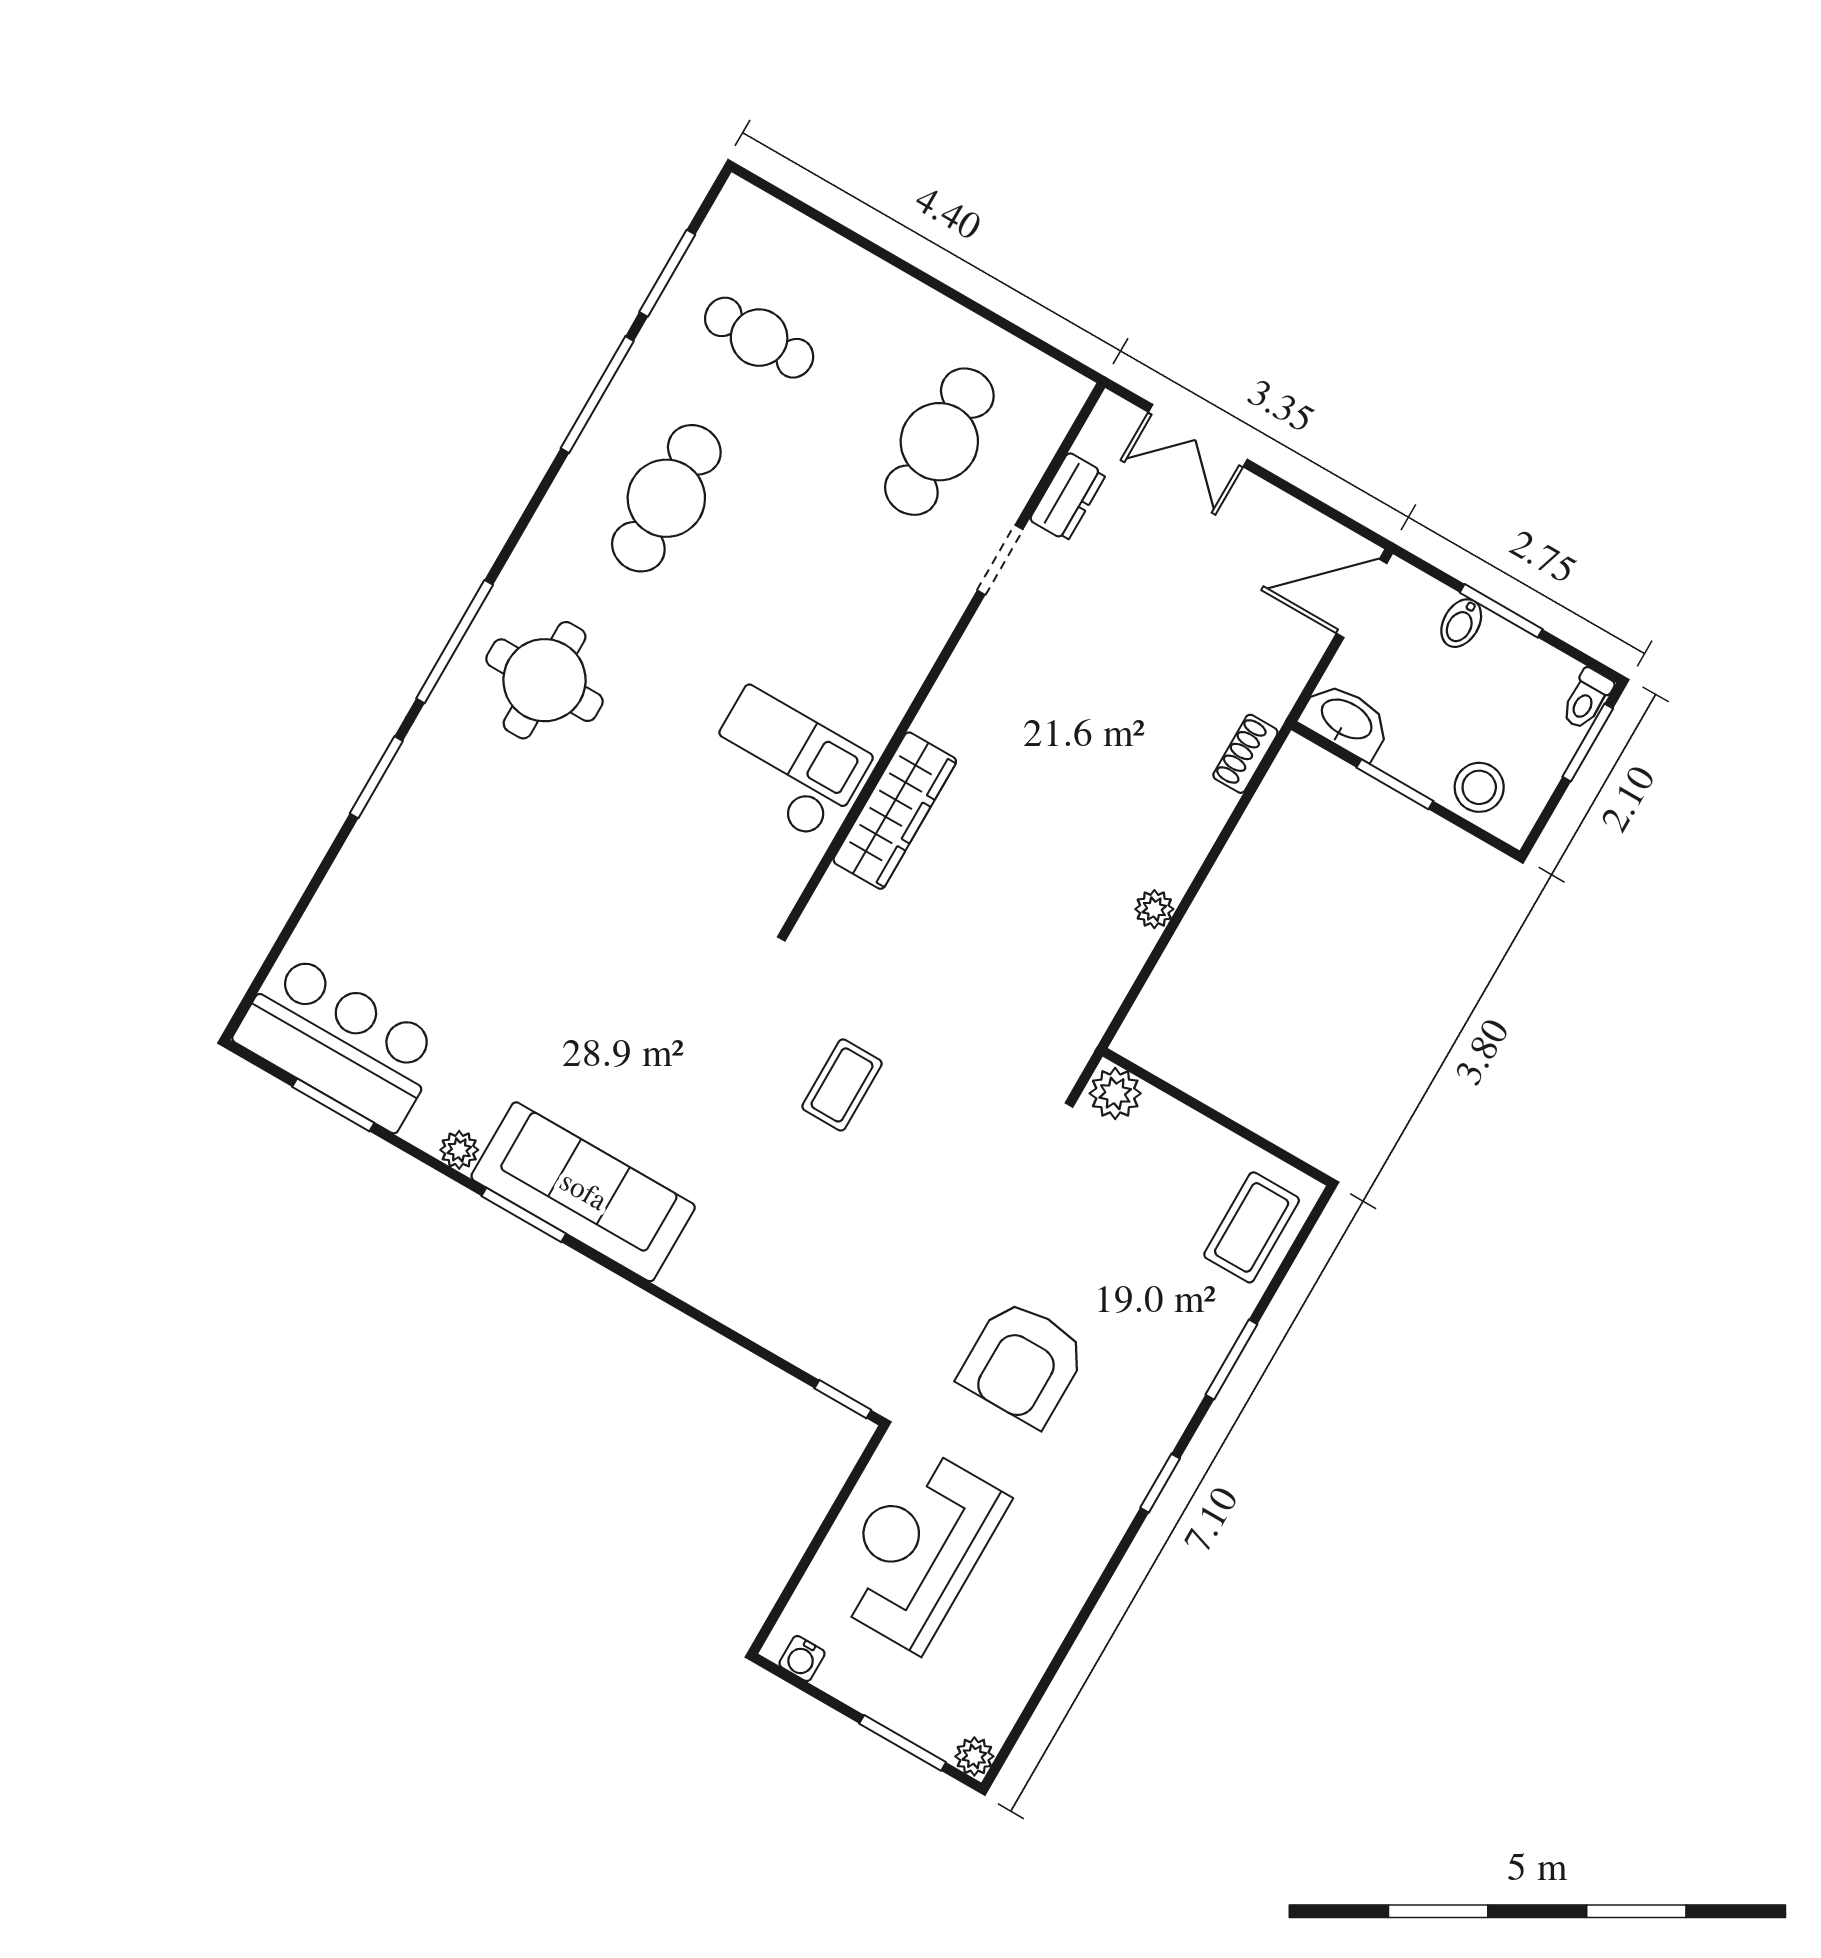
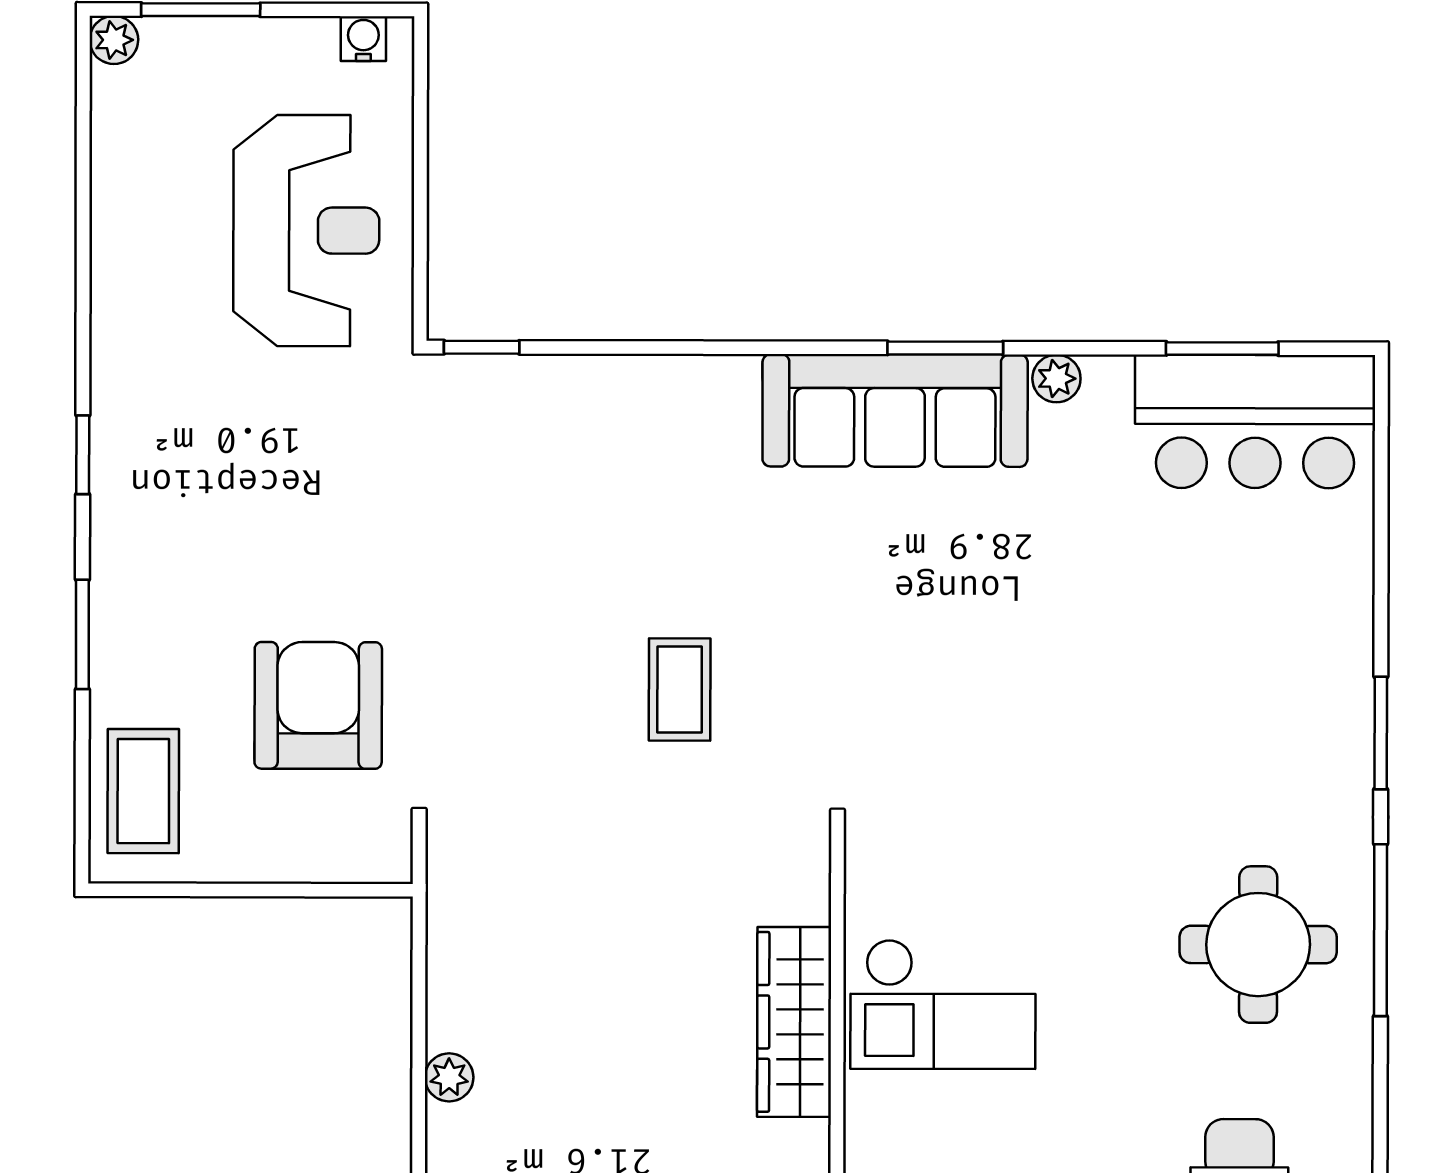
plant: (1115, 1093) -> (376, 852), removed
armchair: (1023, 1363) -> (318, 705), moved

